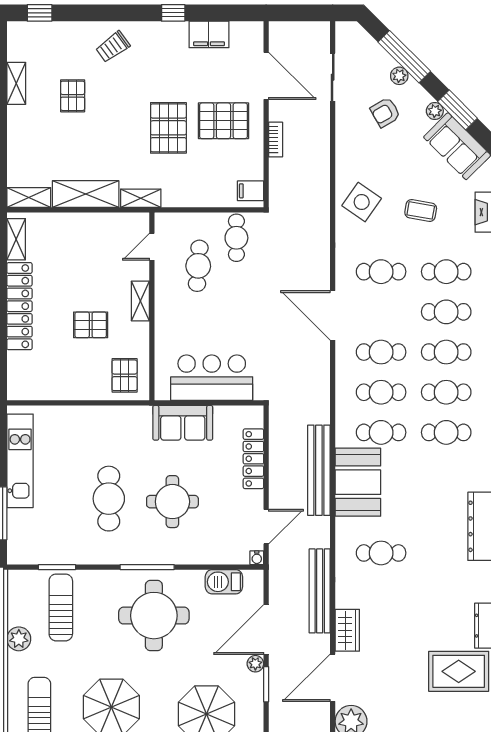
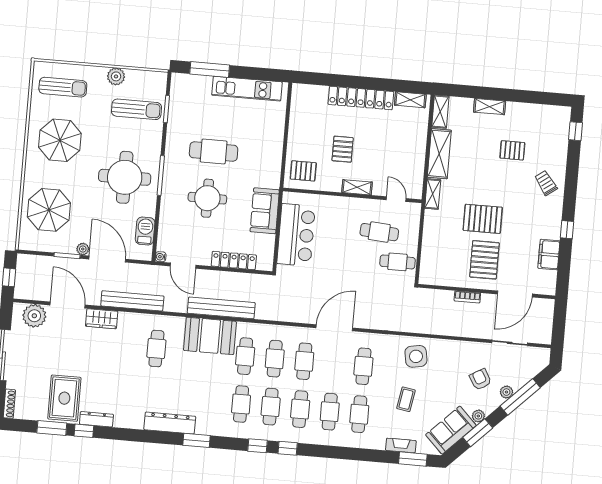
shelving: (16, 83) -> (490, 107), moved
filing cabinet: (251, 191) -> (431, 275), removed
side table: (362, 202) -> (416, 356), turned 45

